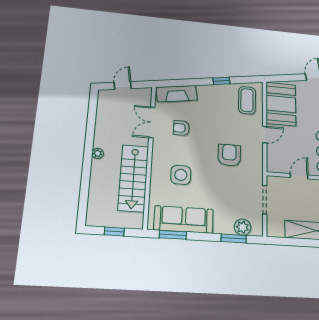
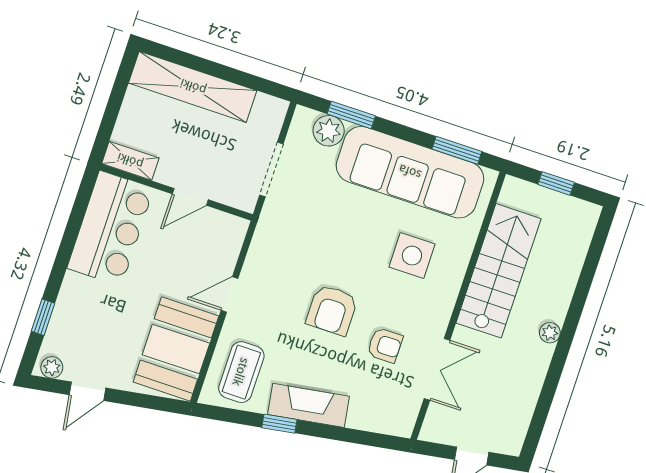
fireplace: (177, 94) -> (309, 405), moved
armchair: (229, 155) -> (332, 310), moved
sofa: (184, 219) -> (410, 172), width x1.36, depth x1.27

